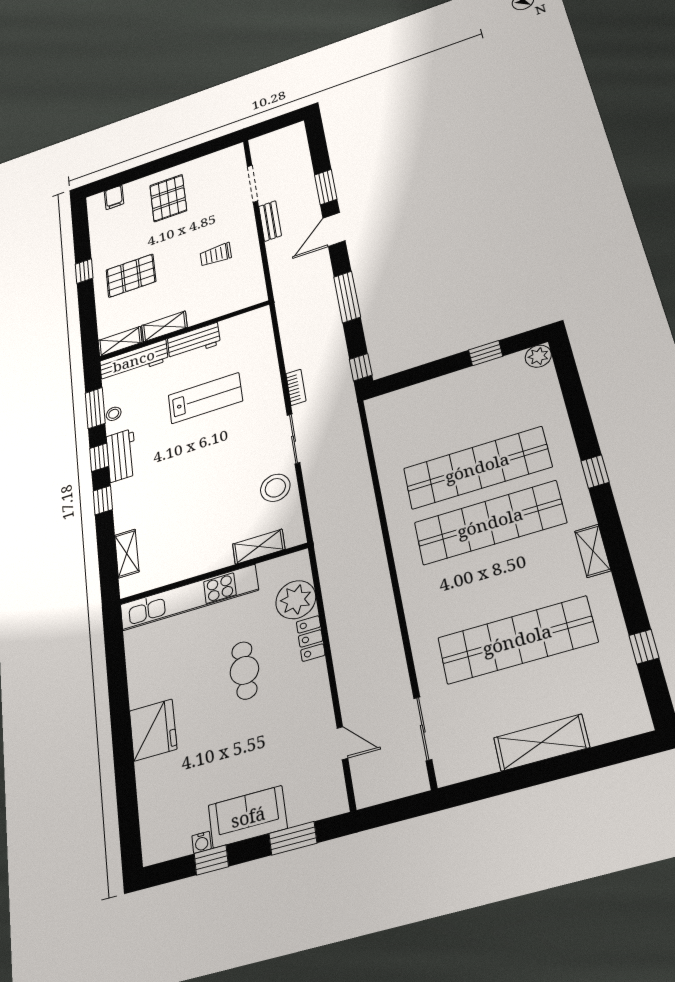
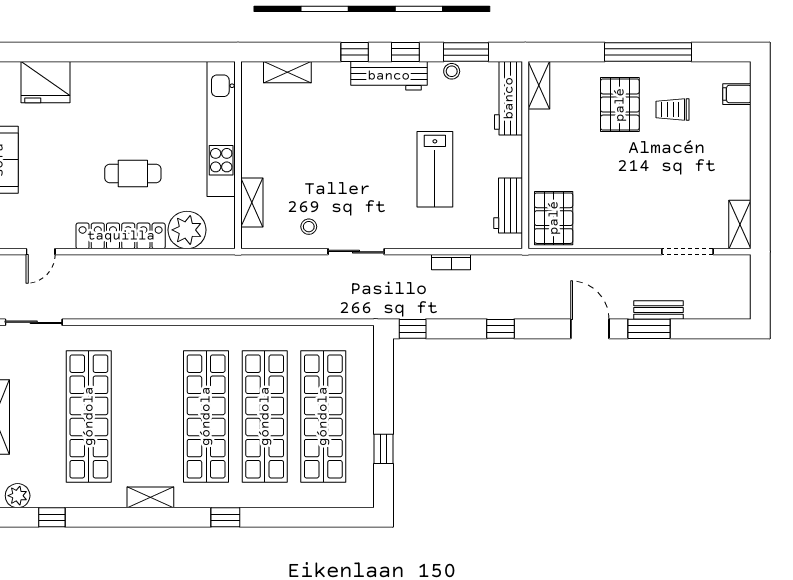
pallet: (168, 198) -> (554, 218), moved, turned 90
bench: (270, 221) -> (659, 310), moved
trolley: (216, 255) -> (673, 109), moved, turned -90
window: (84, 271) -> (648, 52), width x3.17
window: (347, 297) -> (500, 329), width x0.46
shelving: (164, 326) -> (740, 225), moved
workbench: (194, 341) -> (508, 206), moved
plant: (538, 356) -> (18, 496), moved
bookcase: (296, 387) -> (451, 262), moved
shop shelf: (465, 415) -> (323, 416), added
workbench: (122, 455) -> (389, 76), width x1.38
stool: (275, 488) -> (309, 227), width x0.53, depth x0.53
locker: (311, 638) -> (121, 236), width x2.16, depth x1.21
fridge: (153, 730) -> (45, 82), moved

